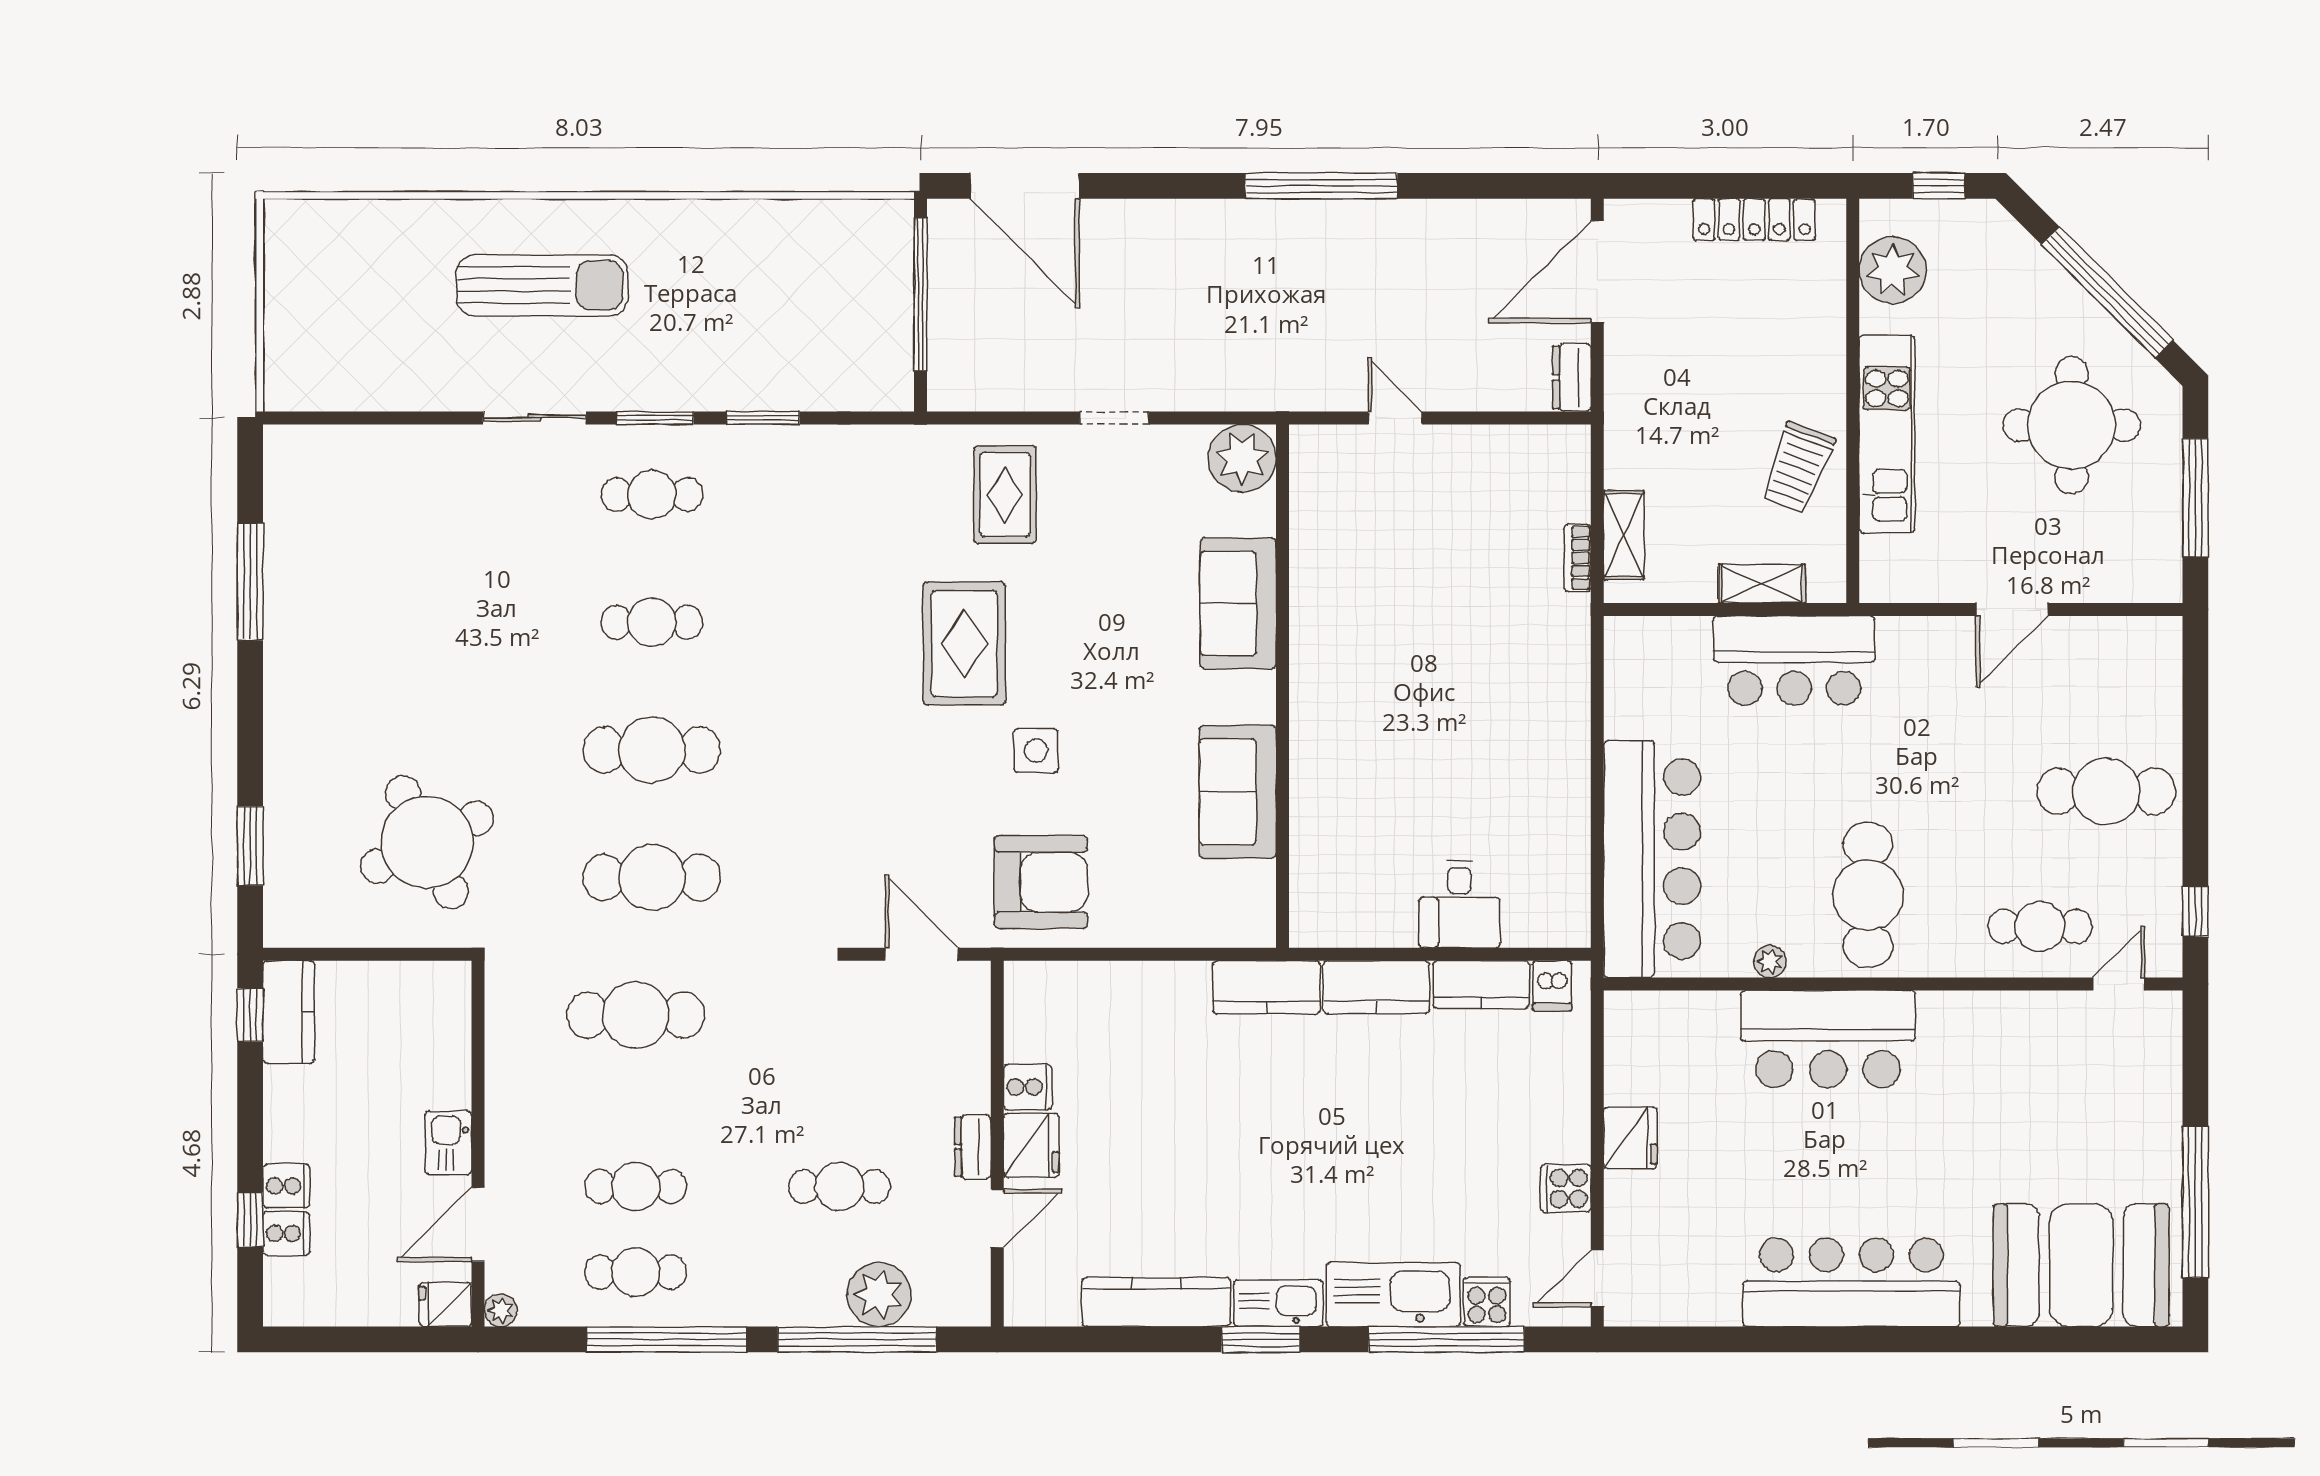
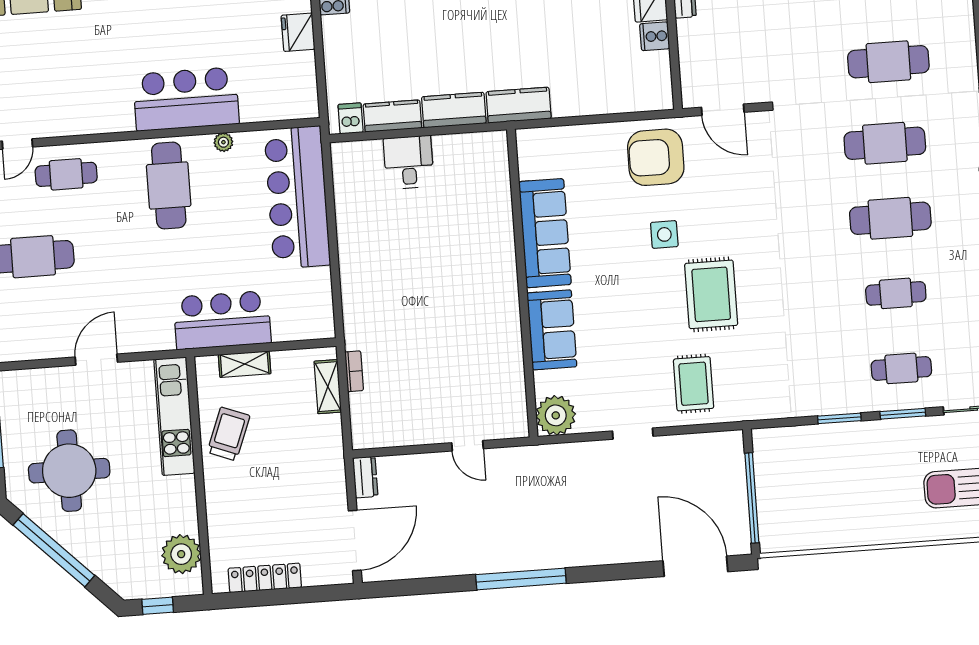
kitchen unit: (1887, 434) -> (174, 416), moved
sofa: (1238, 792) -> (545, 233), width x1.36

